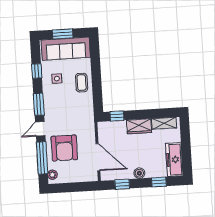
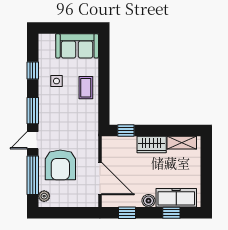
window: (63, 34) -> (67, 28), removed
sofa: (66, 49) -> (77, 46), width x0.73
freezer: (174, 160) -> (176, 198), moved, turned 90

